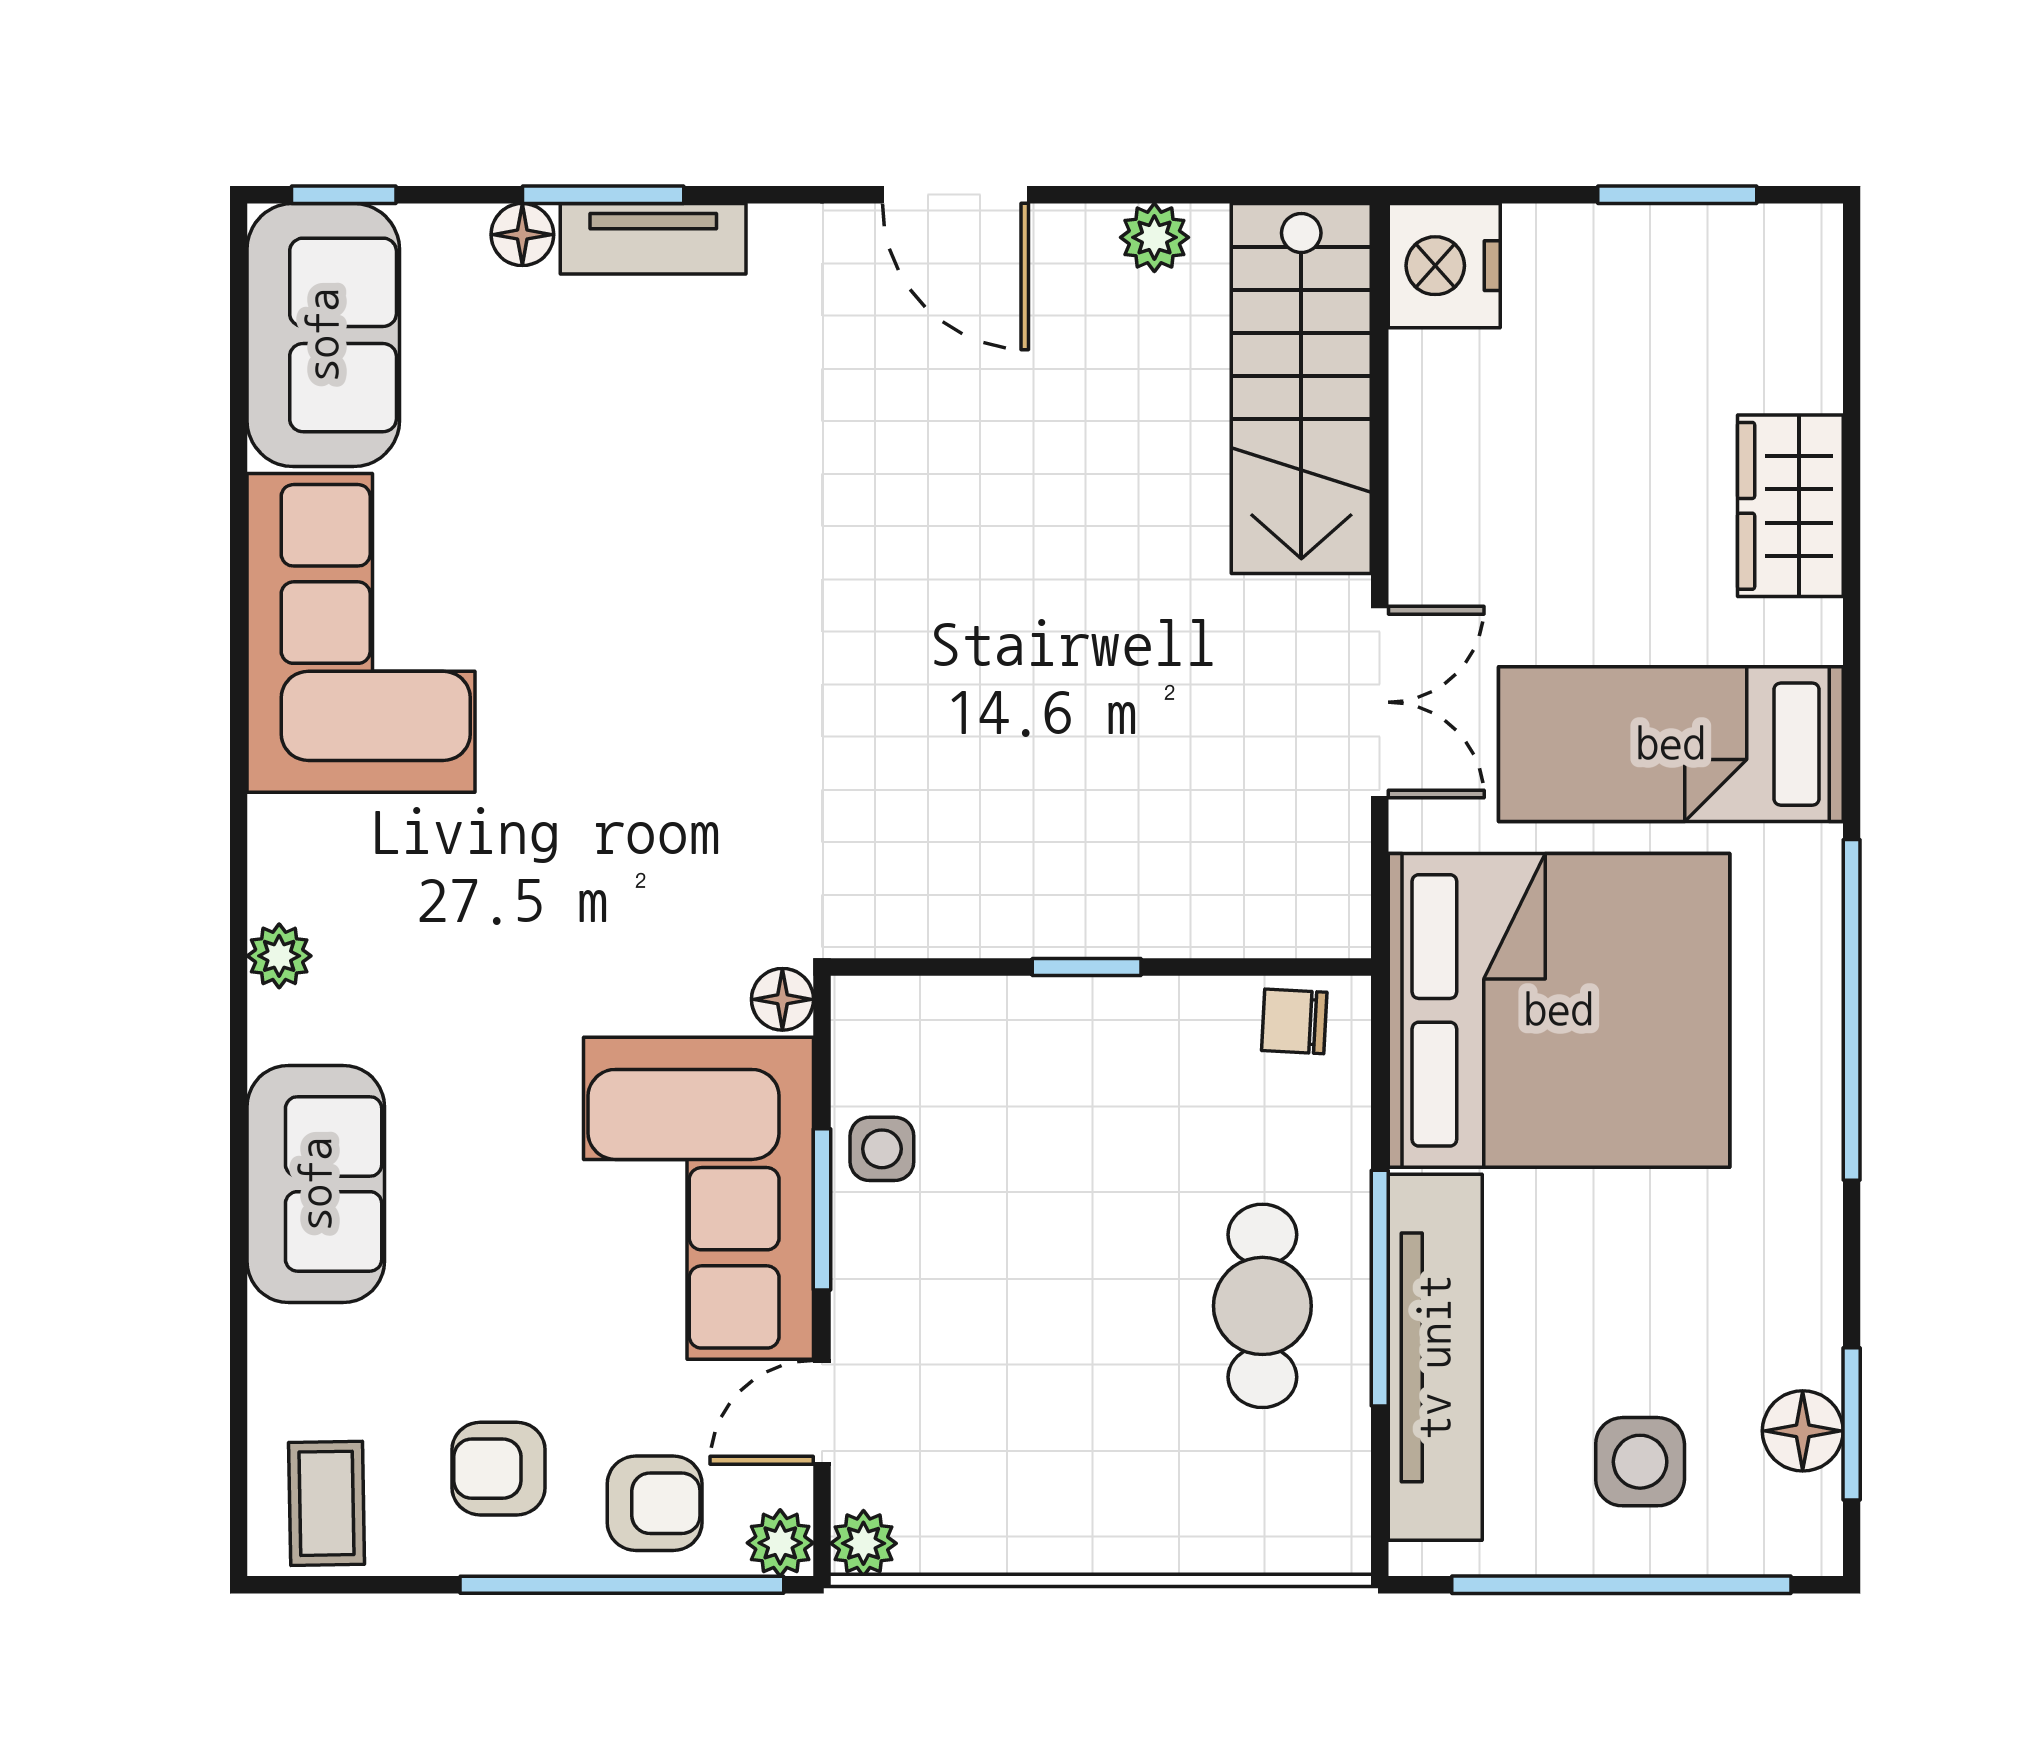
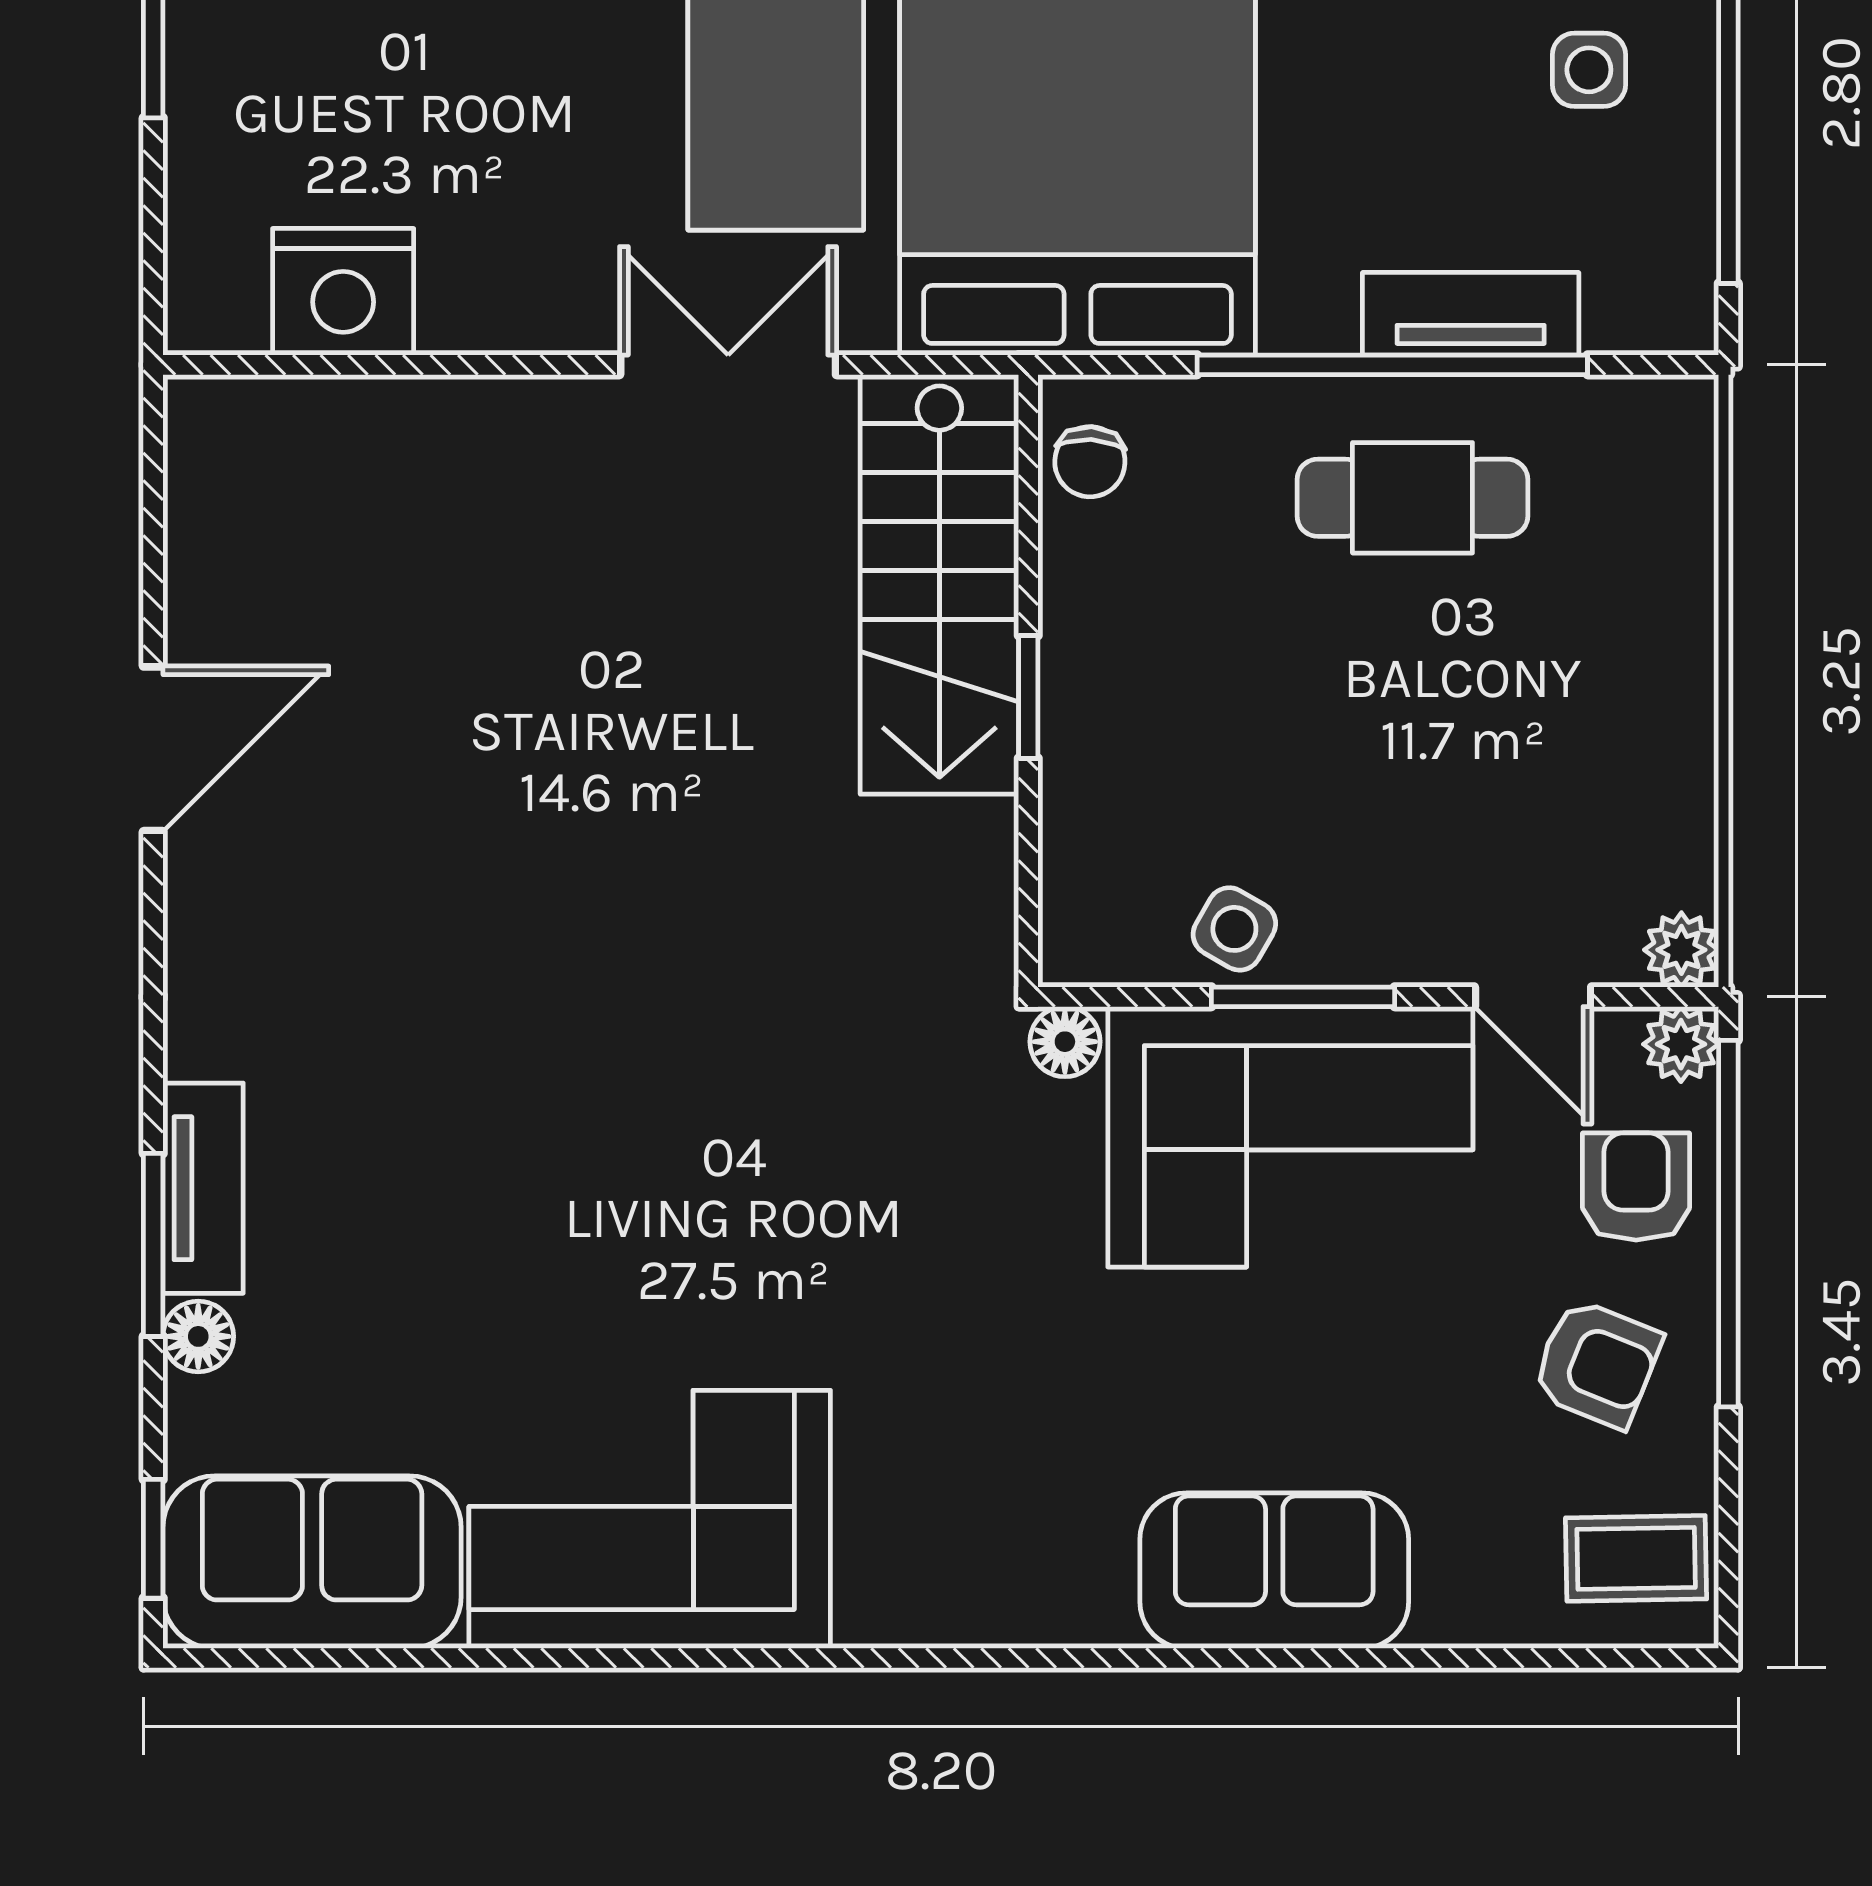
door: (955, 195) -> (153, 749), moved
plant: (1154, 237) -> (202, 620), removed
nightstand: (1444, 266) -> (343, 292), moved
stairs: (1301, 388) -> (939, 584), moved, turned 90
plant: (279, 956) -> (1016, 1612), removed
side table: (882, 1149) -> (1234, 929), turned 30
window: (1380, 1288) -> (1392, 365), width x1.46
tv unit: (1435, 1357) -> (1471, 314), width x0.52, depth x0.78
side table: (1640, 1462) -> (1589, 70), width x0.73, depth x0.73
armchair: (498, 1469) -> (1597, 1363), turned -68

